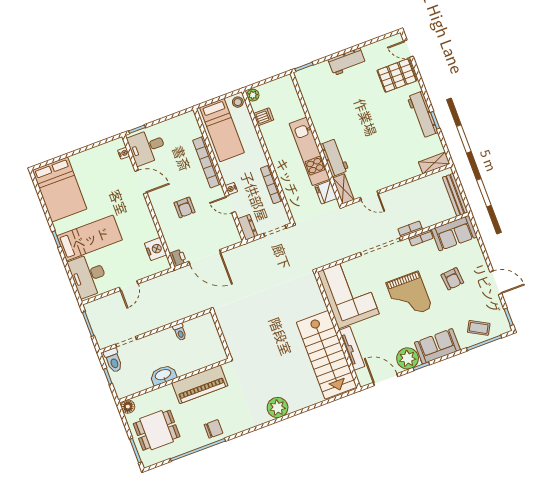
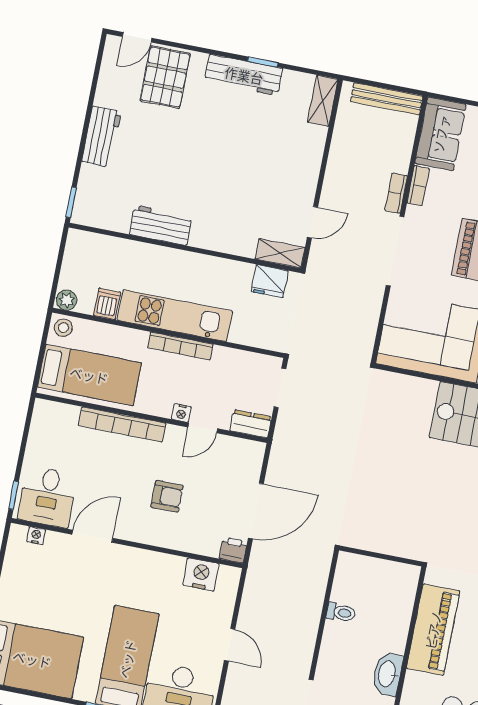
kitchen unit: (310, 151) -> (175, 316), moved, turned 180
workbench: (334, 157) -> (161, 225), moved
bookcase: (271, 184) -> (180, 346), moved

